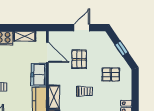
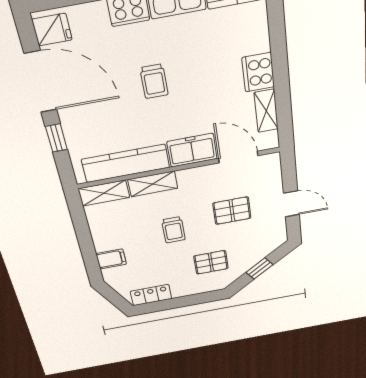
door: (47, 52) -> (238, 157), swing flipped
pallet: (111, 74) -> (211, 262), turned 90

